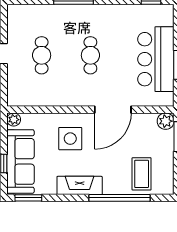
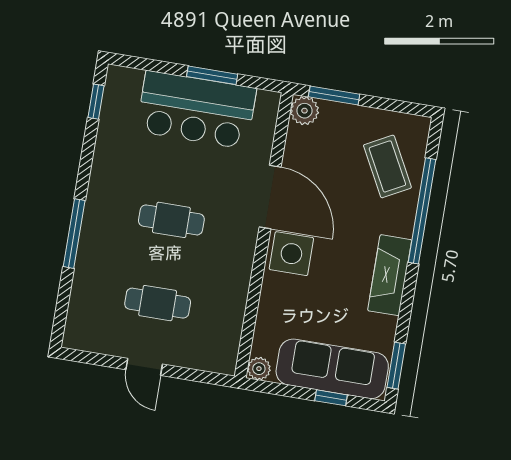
side table: (70, 139) -> (291, 254), moved
coffee table: (142, 174) -> (387, 166), turned 62

